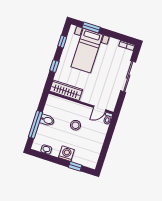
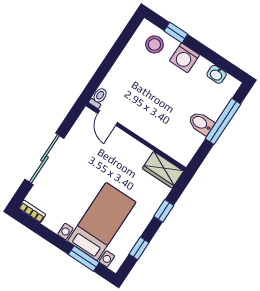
wardrobe: (66, 90) -> (163, 170), width x0.67
door: (100, 109) -> (108, 118), swing flipped
stool: (76, 125) -> (154, 44), moved

